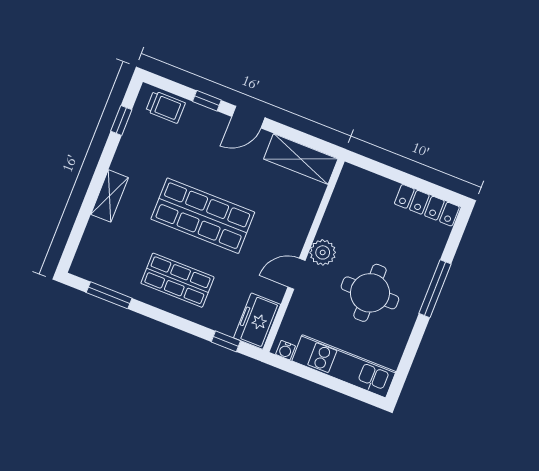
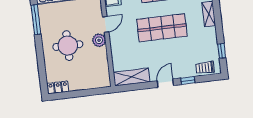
locker: (427, 205) -> (58, 87), width x0.66
window: (435, 289) -> (36, 20), moved
round table: (370, 293) -> (68, 46), moved

